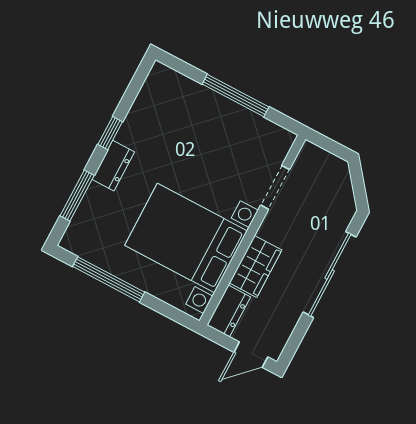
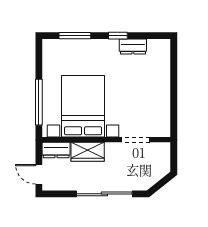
window: (236, 96) -> (174, 92), removed
dresser: (113, 166) -> (133, 47), moved
window: (109, 279) -> (39, 102), moved

